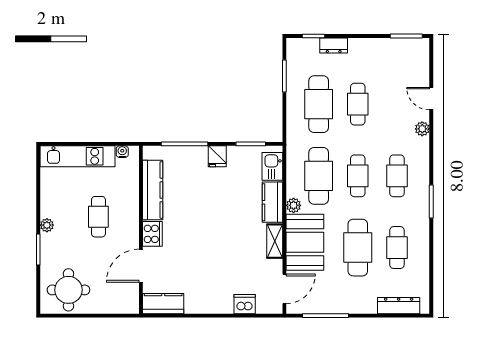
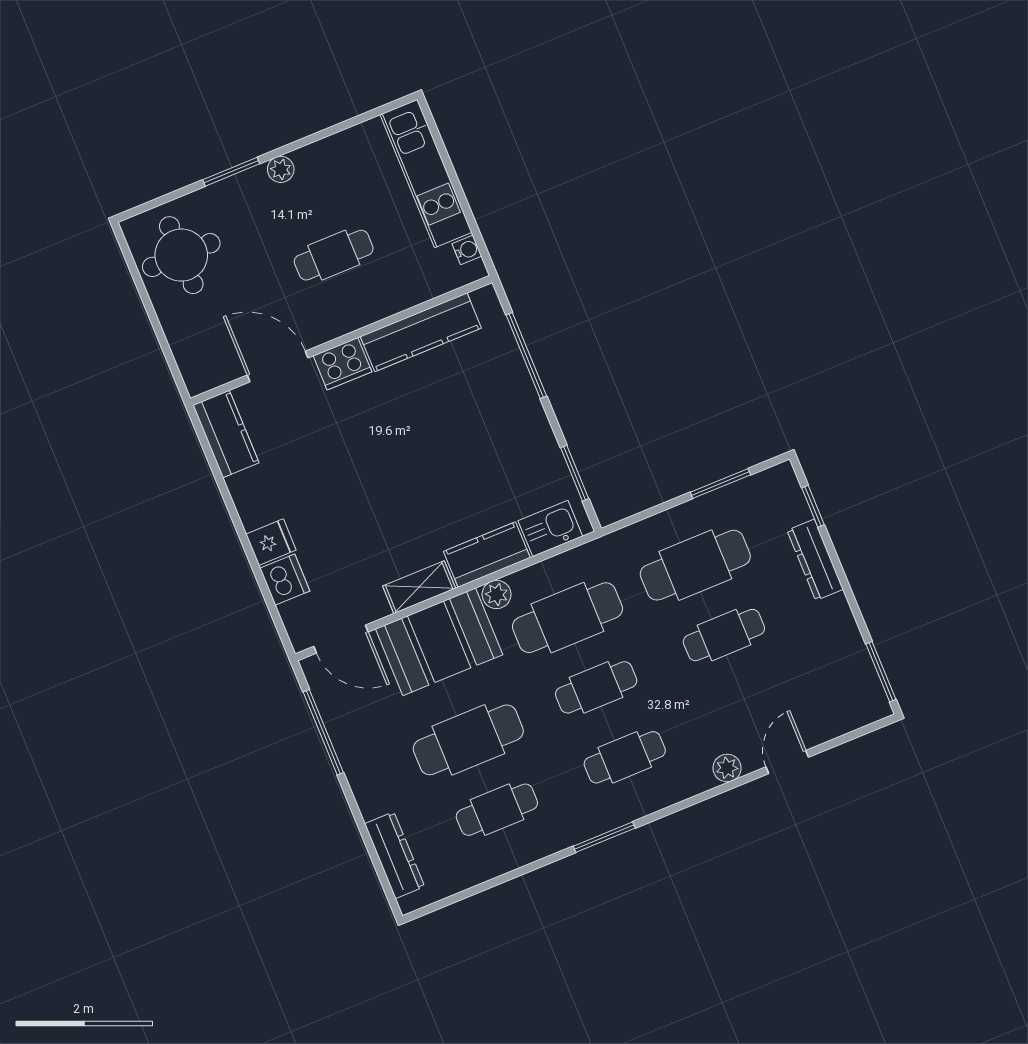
dresser: (334, 45) -> (815, 560), width x1.44
fridge: (217, 156) -> (271, 542), moved, turned 180

